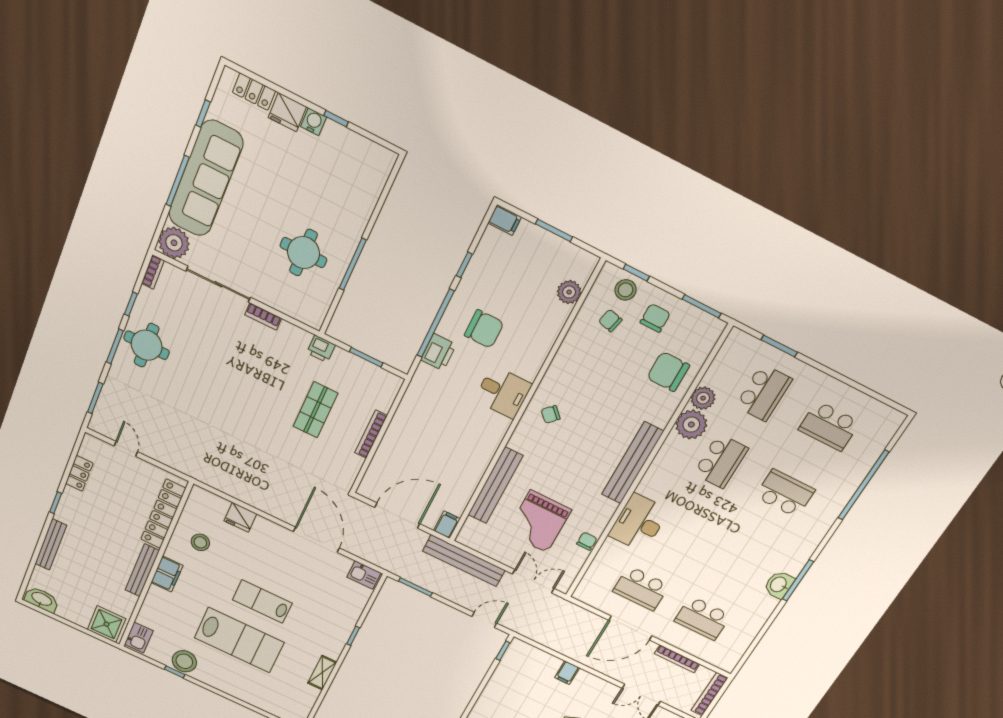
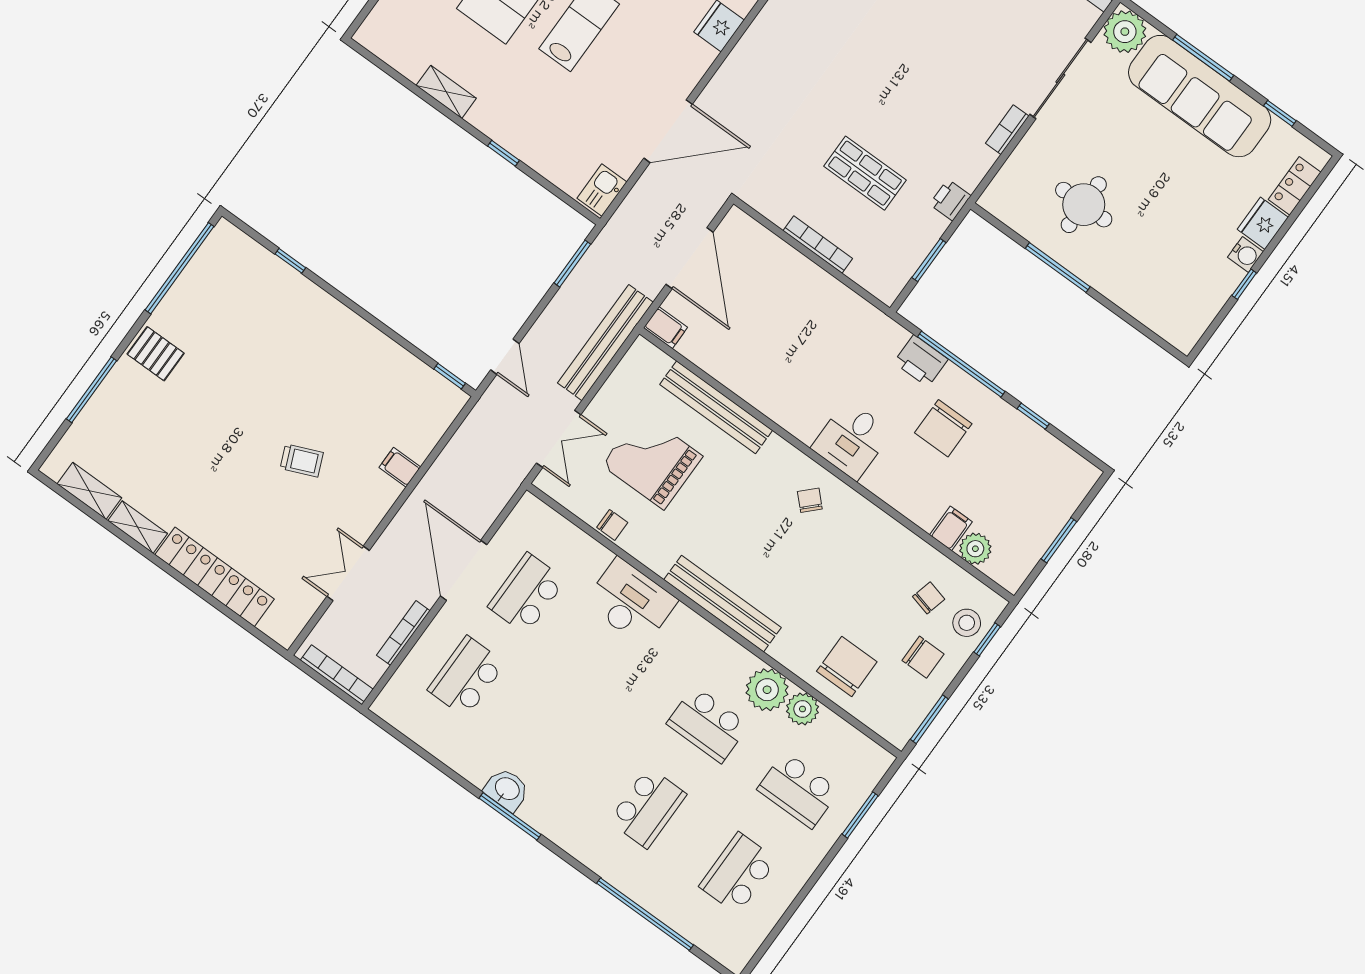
filing cabinet: (505, 220) -> (951, 528), moved, turned 180

